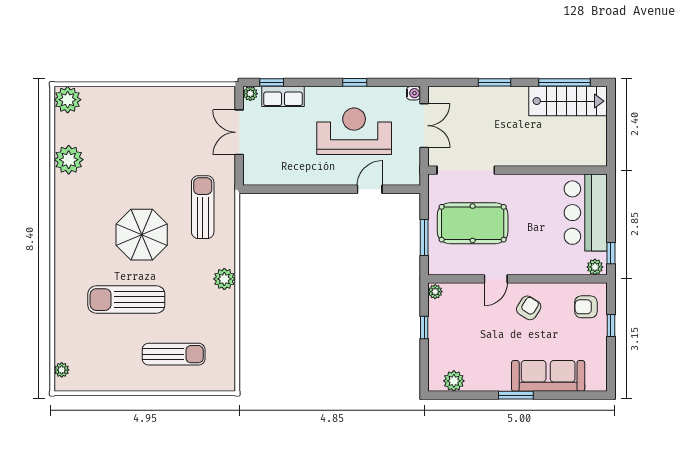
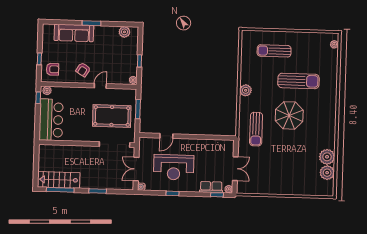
plant: (68, 100) -> (327, 173), moved

